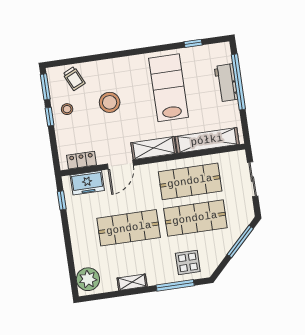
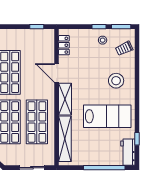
workbench: (226, 83) -> (128, 152), moved, turned -90
stool: (110, 102) -> (116, 81), moved
freezer: (87, 183) -> (47, 47), removed

